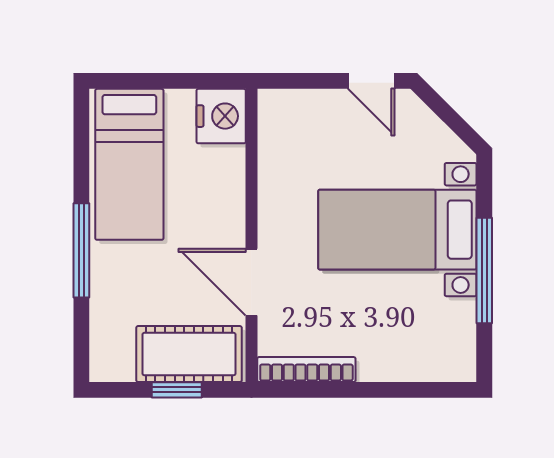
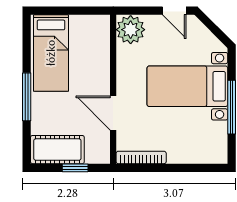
nightstand: (221, 116) -> (98, 28), removed
plant: (286, 118) -> (131, 30), added
cot: (189, 354) -> (57, 150), moved

